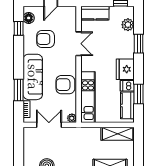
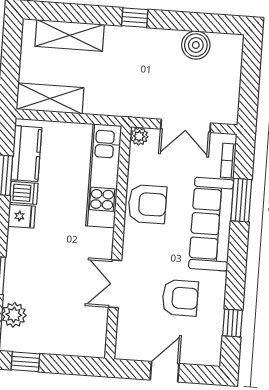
kitchen counter: (95, 13) -> (78, 343), removed
floor lamp: (29, 18) -> (211, 342), removed
fridge: (125, 69) -> (22, 216), width x0.53, depth x0.75

